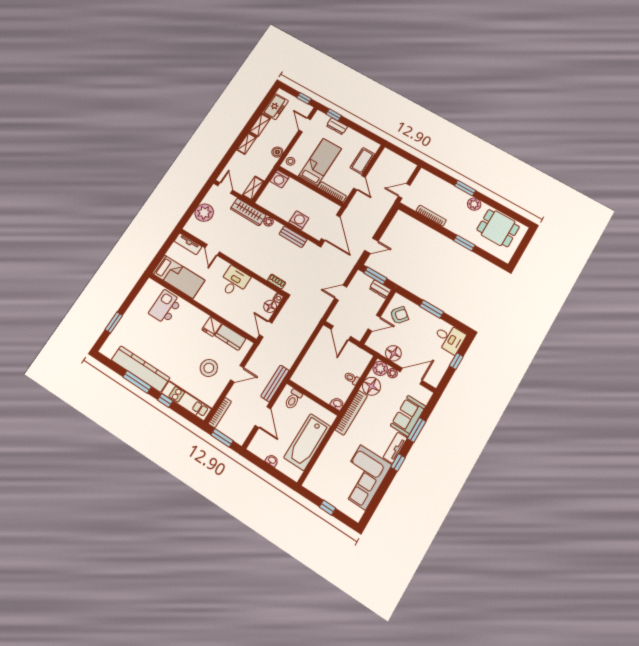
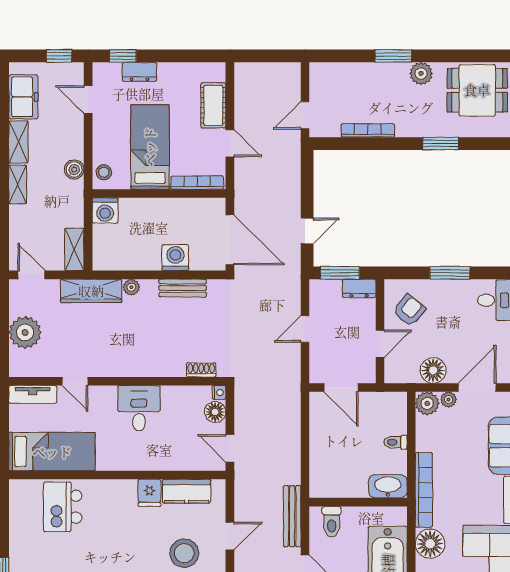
floor lamp: (371, 386) -> (430, 544), moved
washbasin: (337, 404) -> (388, 486), width x1.91, depth x1.45

